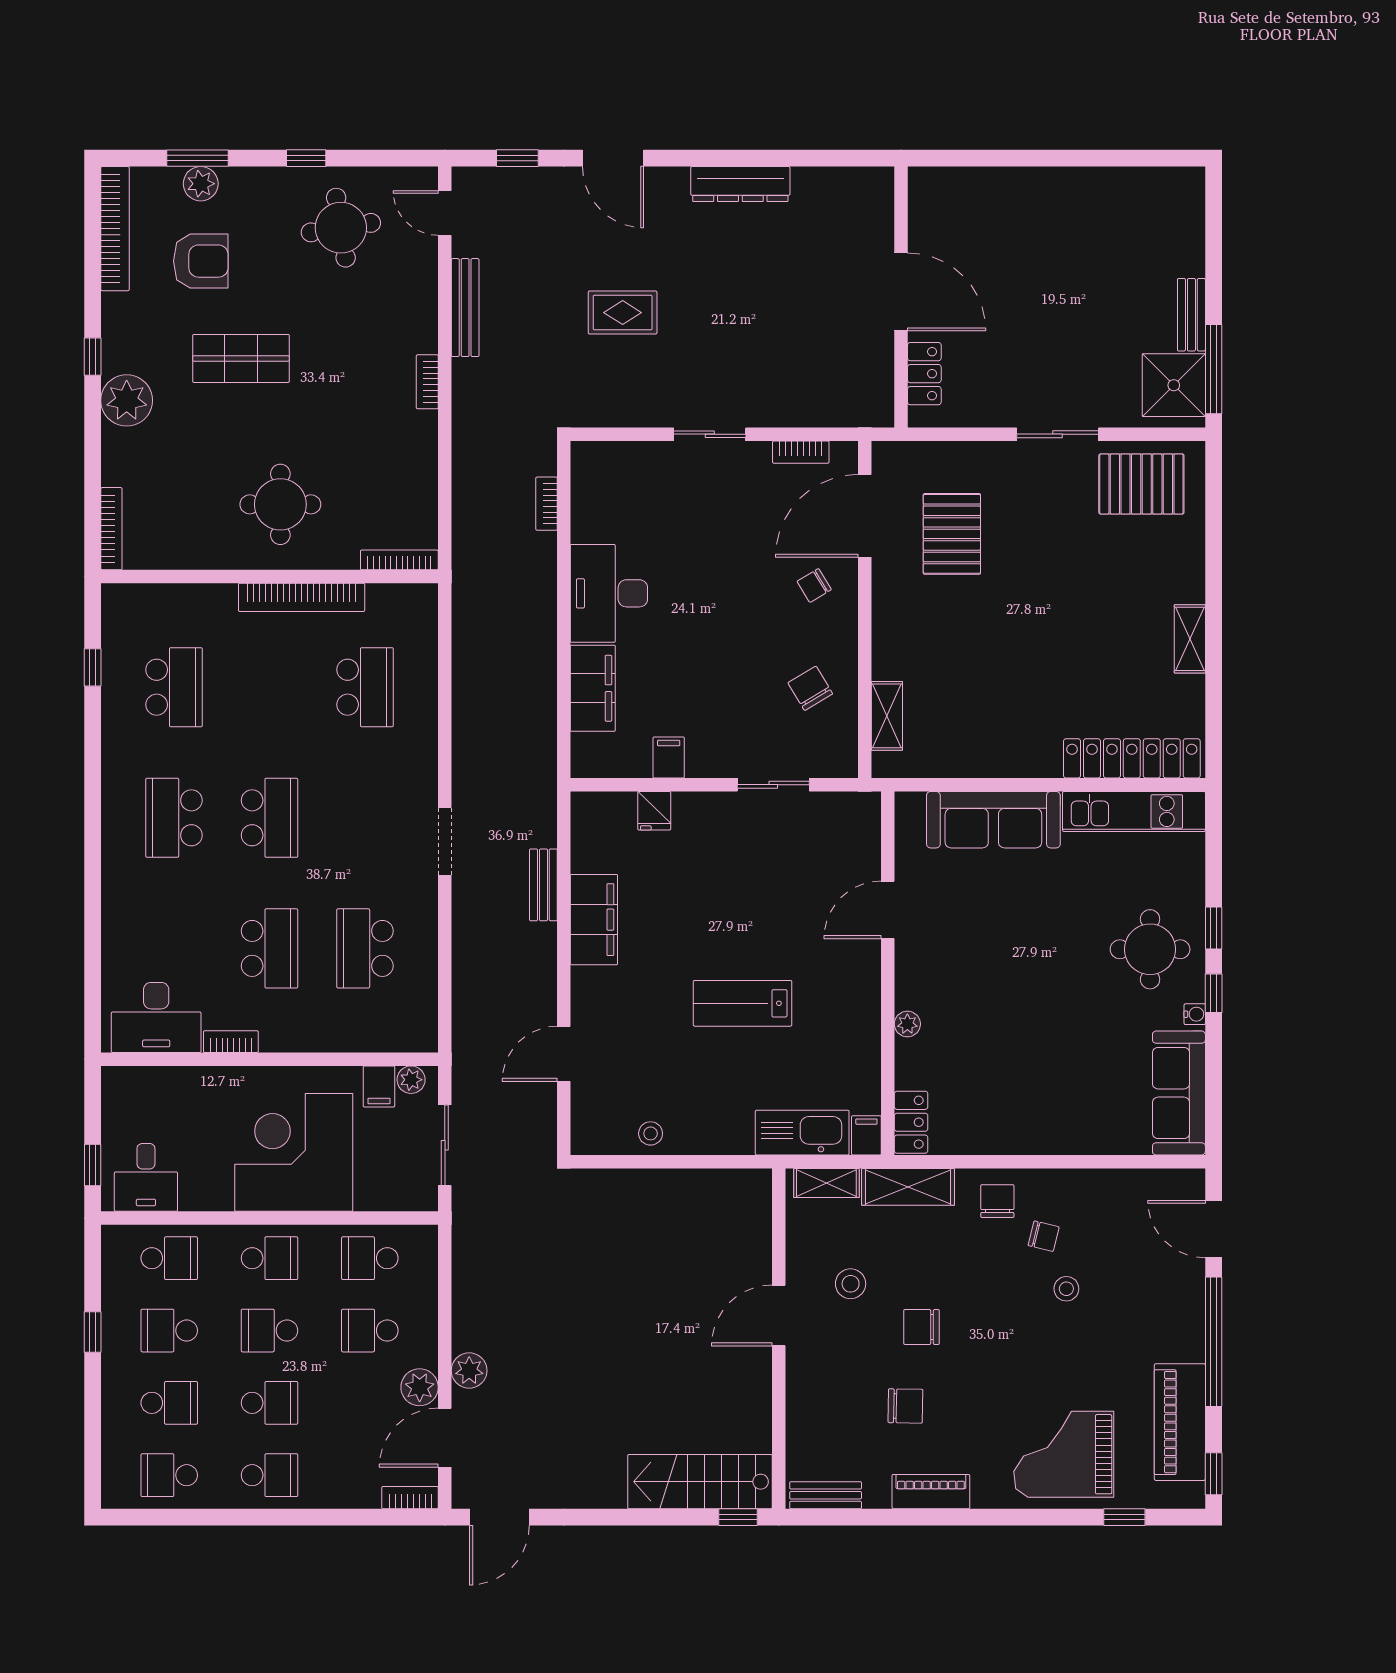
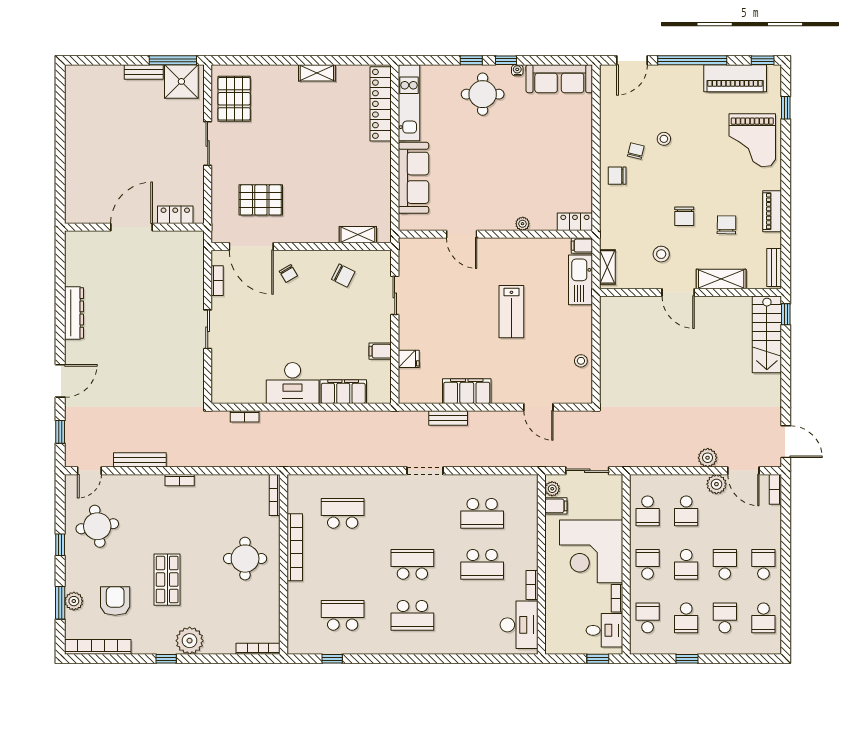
rug: (623, 313) -> (143, 376), removed
chair: (810, 688) -> (343, 276), turned -122
school desk: (270, 948) -> (482, 564), turned 180
shelving: (908, 1187) -> (721, 279), moved, turned 90
bookcase: (206, 1201) -> (617, 598), added

